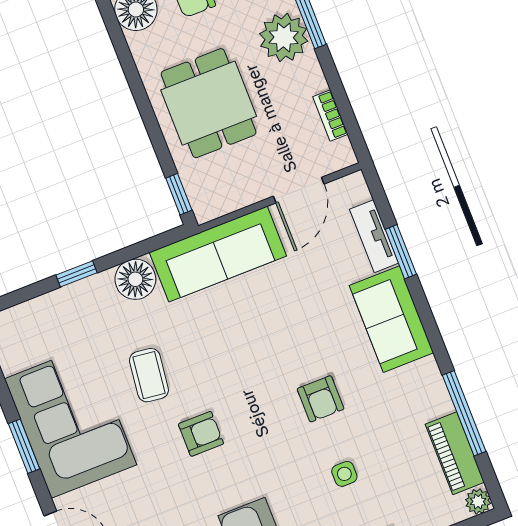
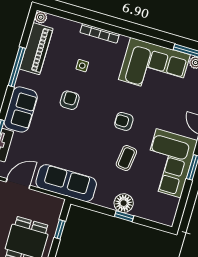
window: (179, 194) -> (60, 229), moved
floor lamp: (135, 279) -> (124, 203), moved
window: (464, 413) -> (17, 67), moved
piano: (455, 453) -> (36, 49), width x1.37, depth x1.33

